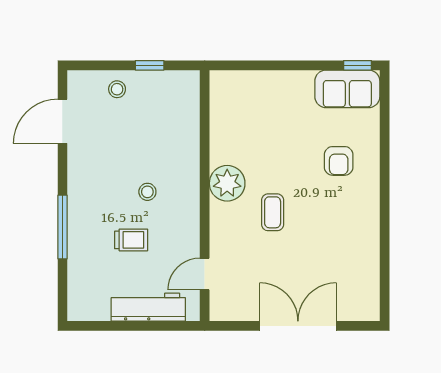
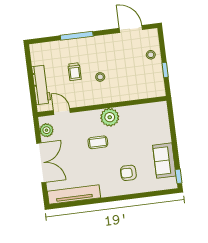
sofa: (347, 89) -> (164, 161), moved
tv unit: (367, 271) -> (74, 194), added
plant: (237, 308) -> (46, 130), added

